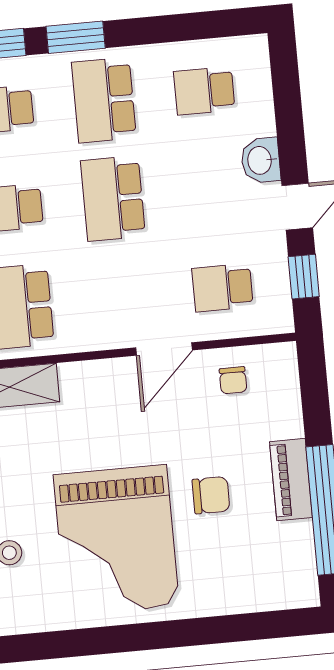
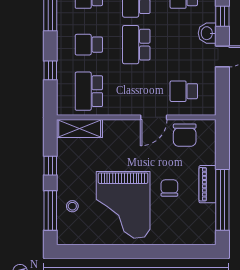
window: (304, 277) -> (222, 16), moved
chair: (233, 380) -> (185, 135), width x1.87, depth x1.87
chair: (211, 495) -> (169, 188), turned -90

